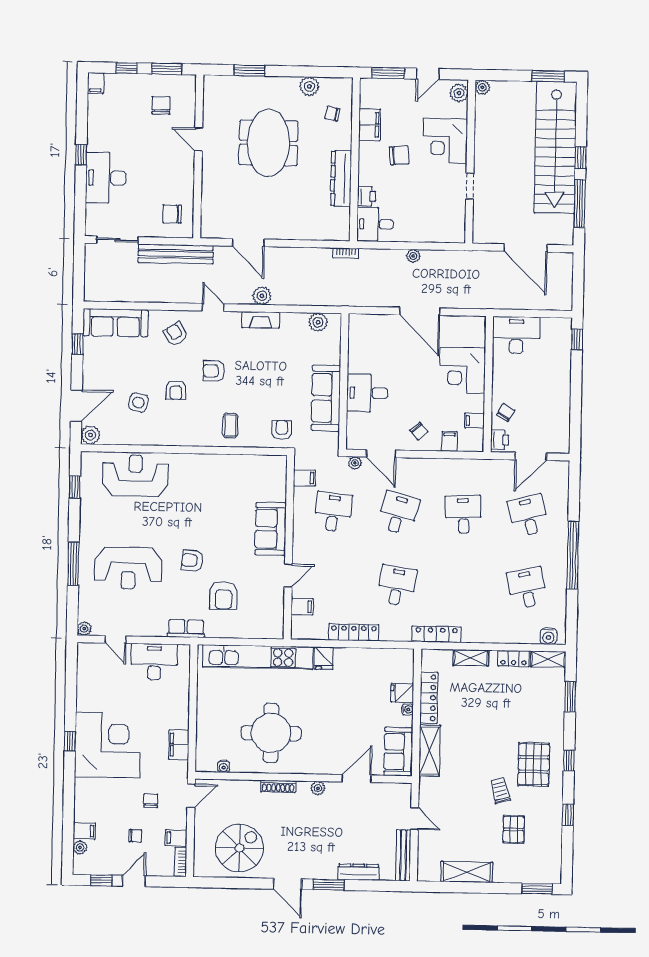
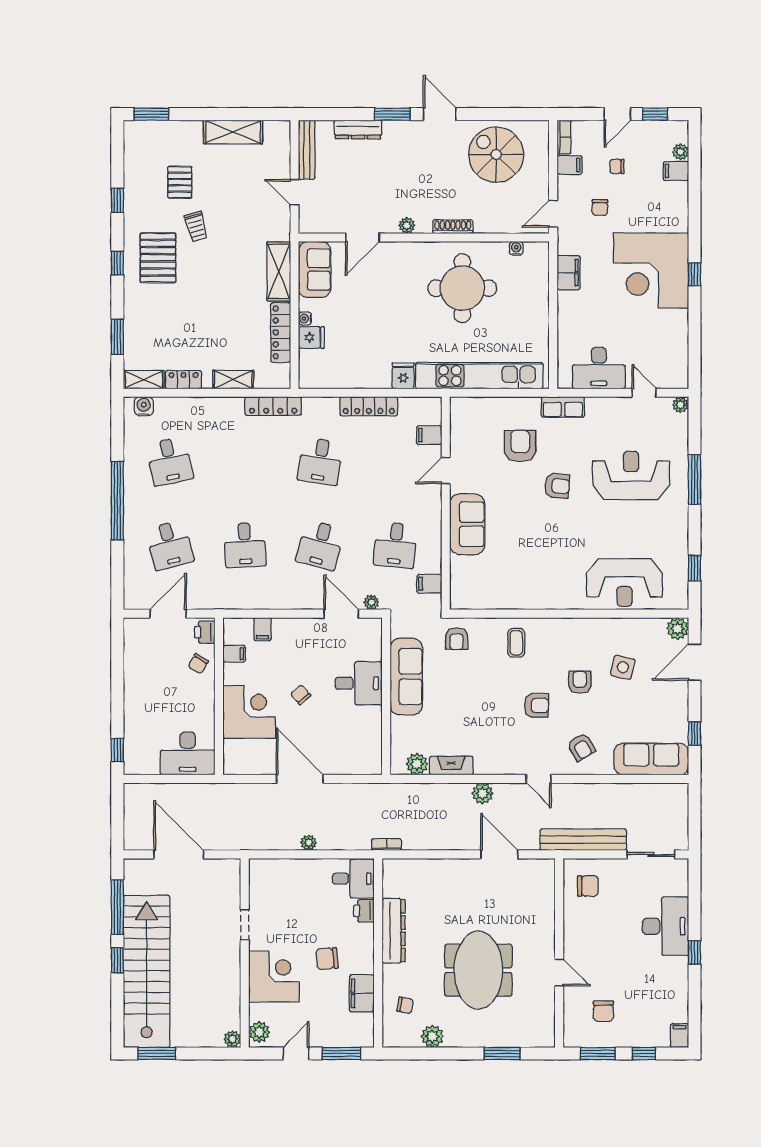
fireplace: (261, 320) -> (451, 766), moved
chair: (419, 431) -> (301, 695), moved
spiral stairs: (240, 848) -> (496, 155), turned 90

